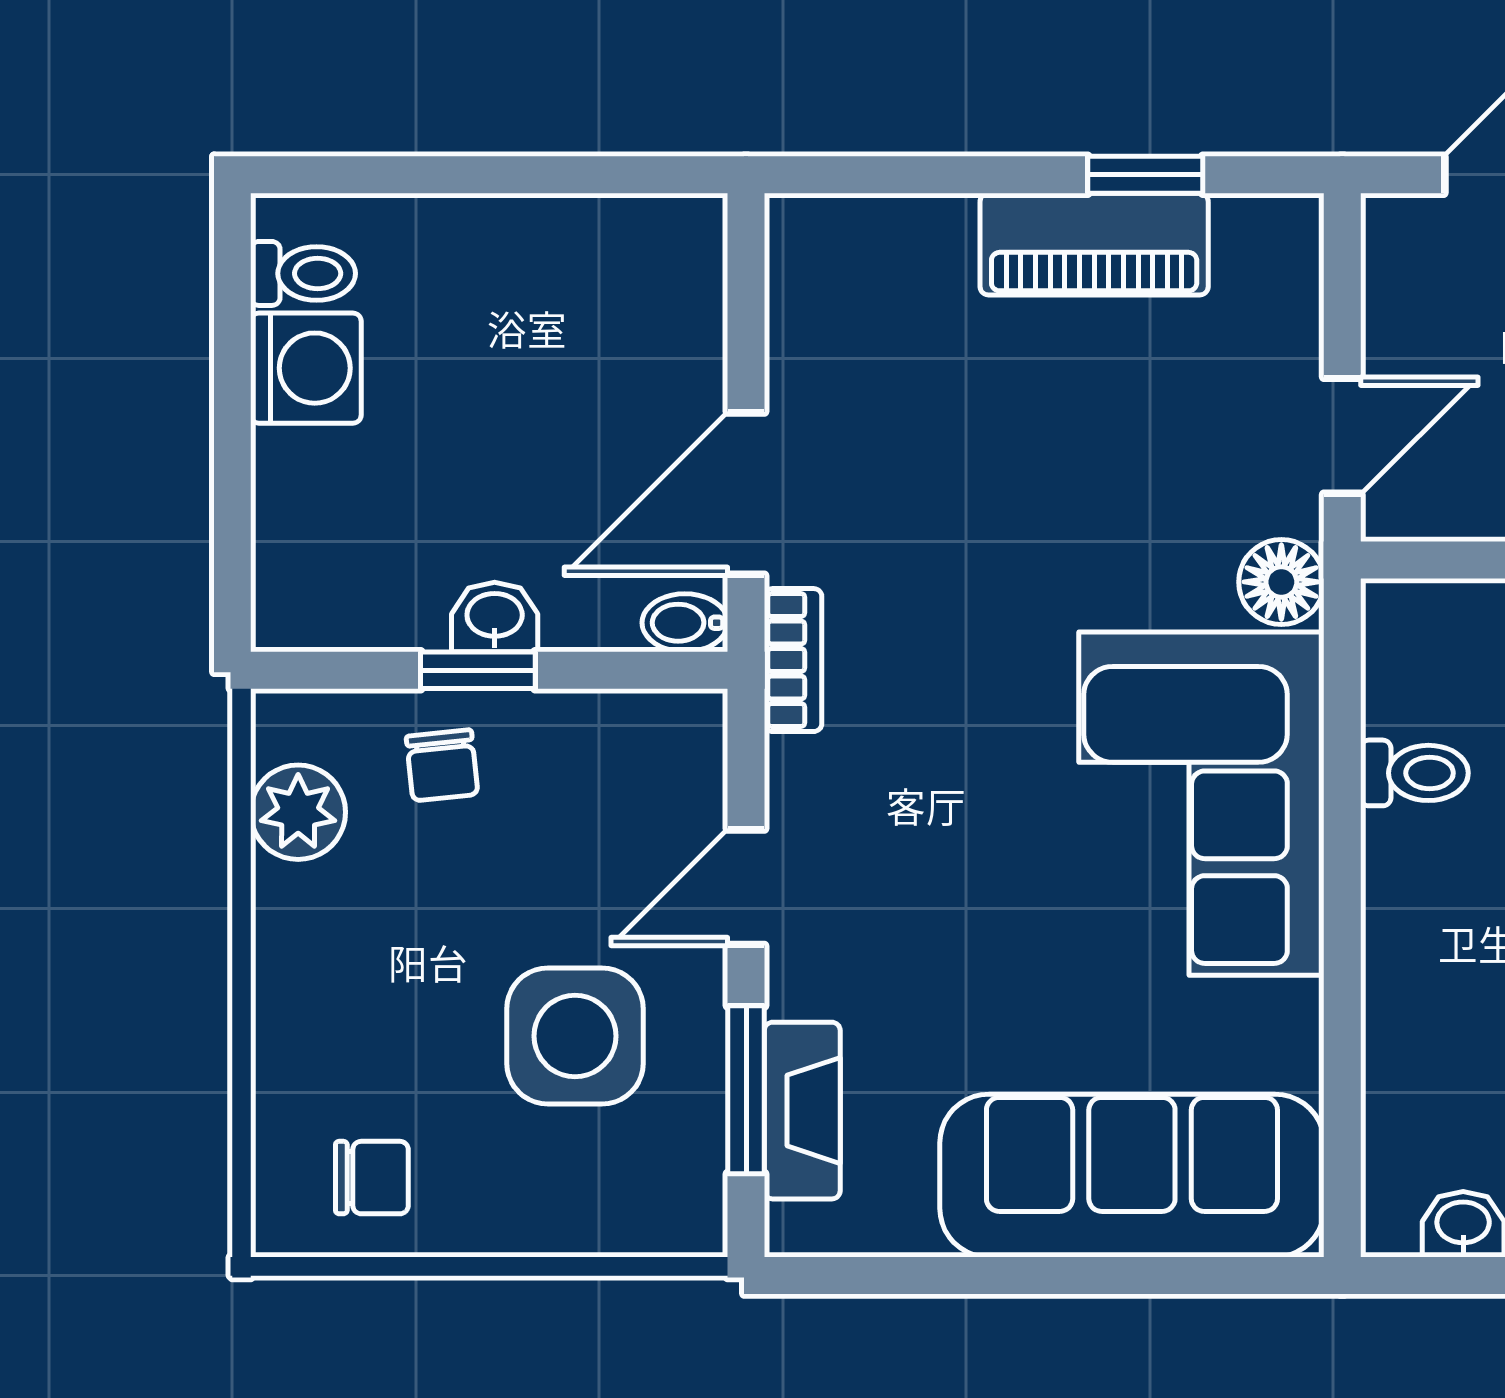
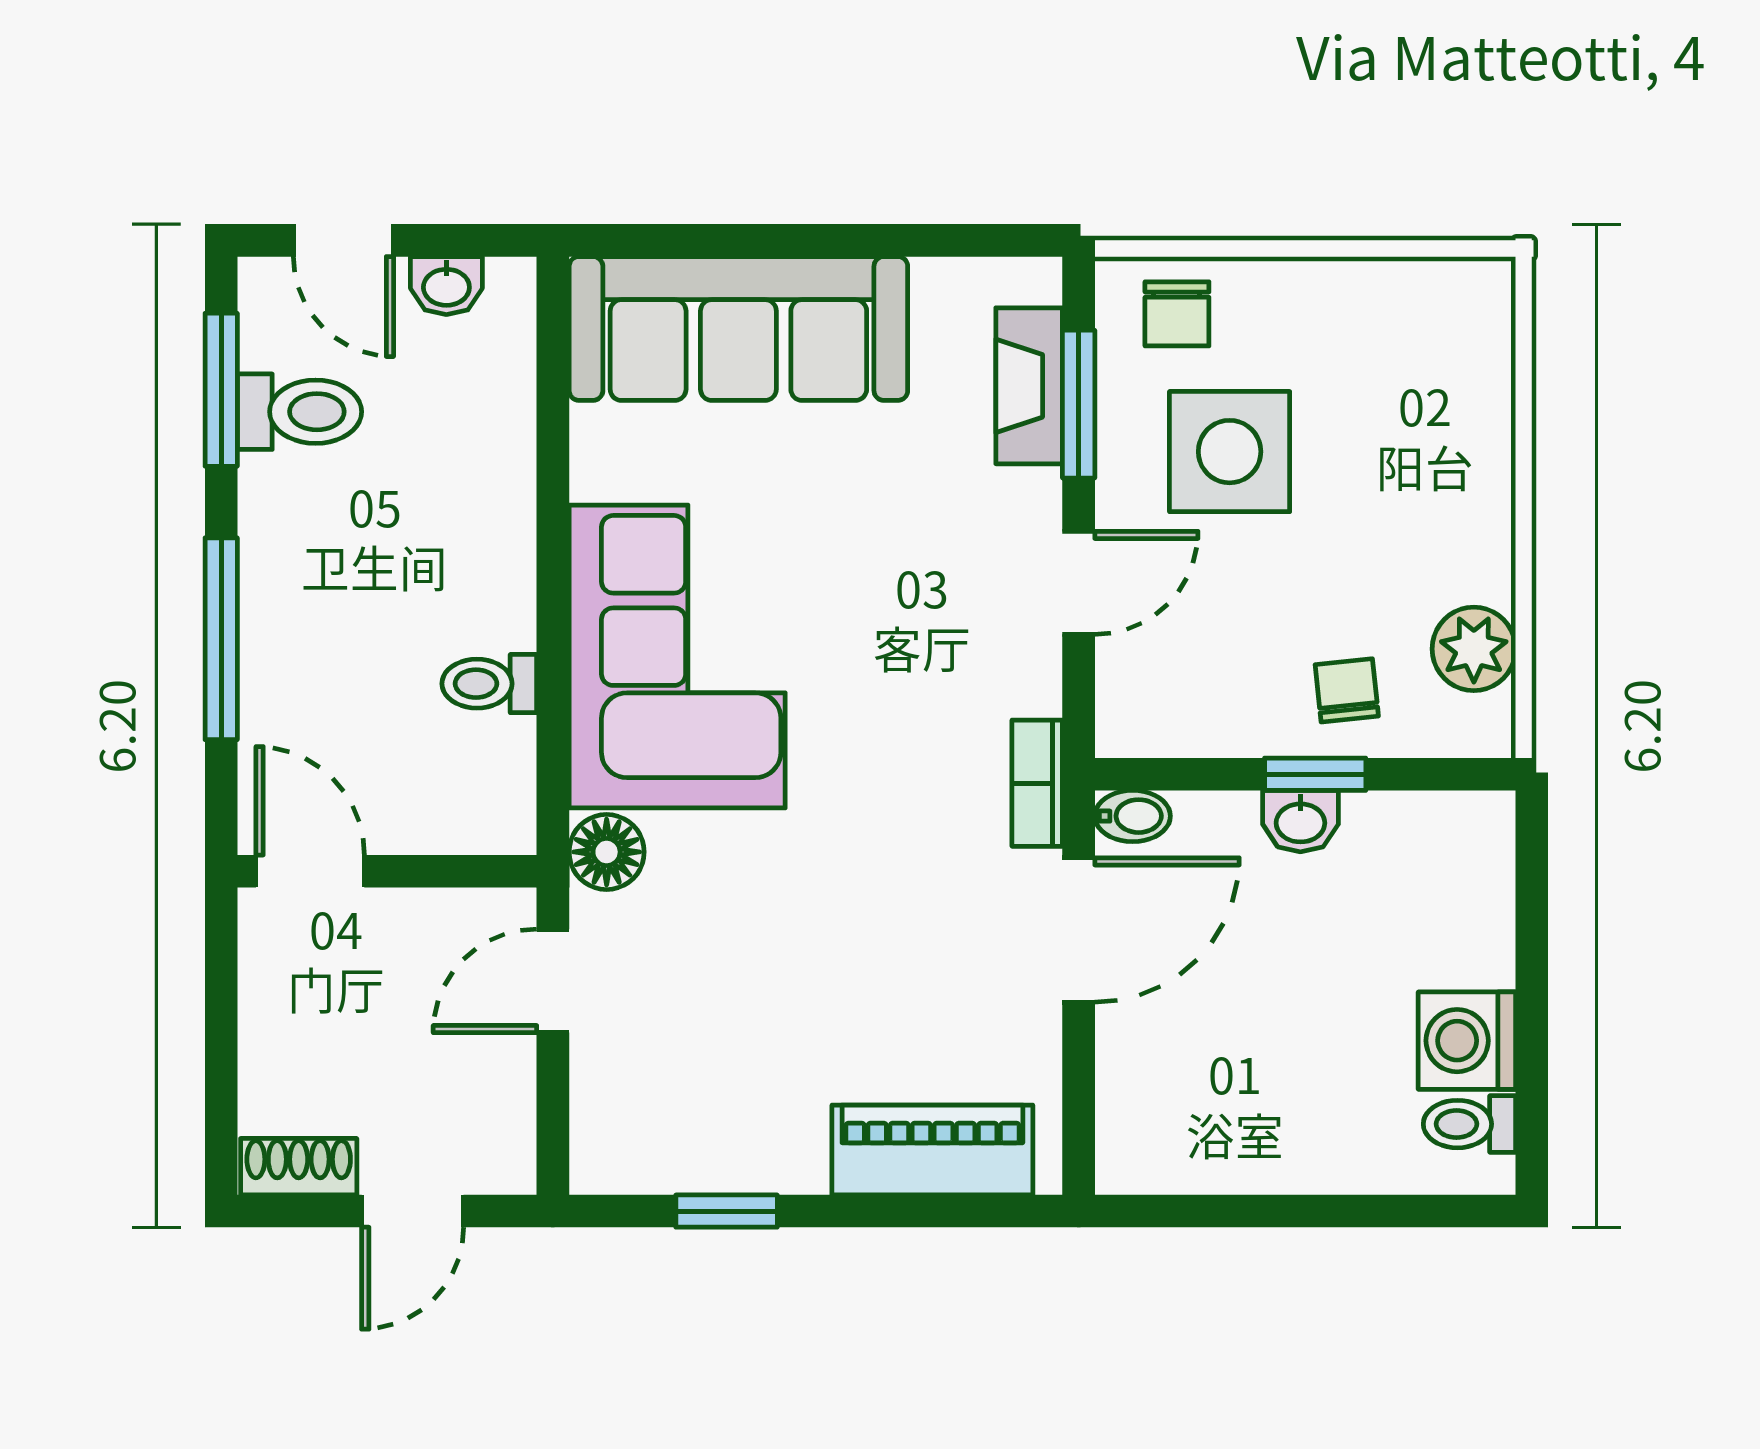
piano: (1094, 244) -> (932, 1150), moved
chair: (372, 1178) -> (1177, 314), moved, turned -90

